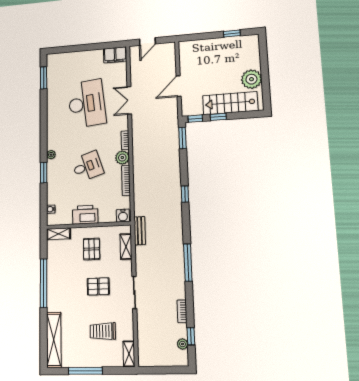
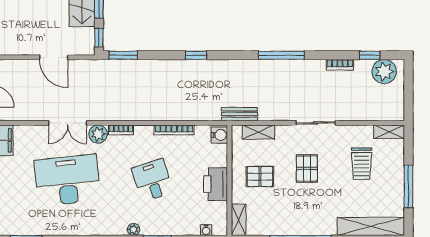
plant: (122, 158) -> (98, 134), moved
plant: (183, 344) -> (384, 71), width x1.88, depth x1.88

